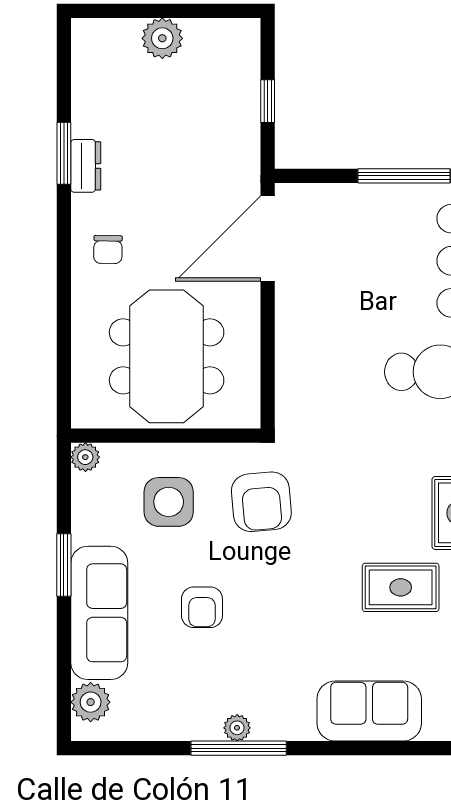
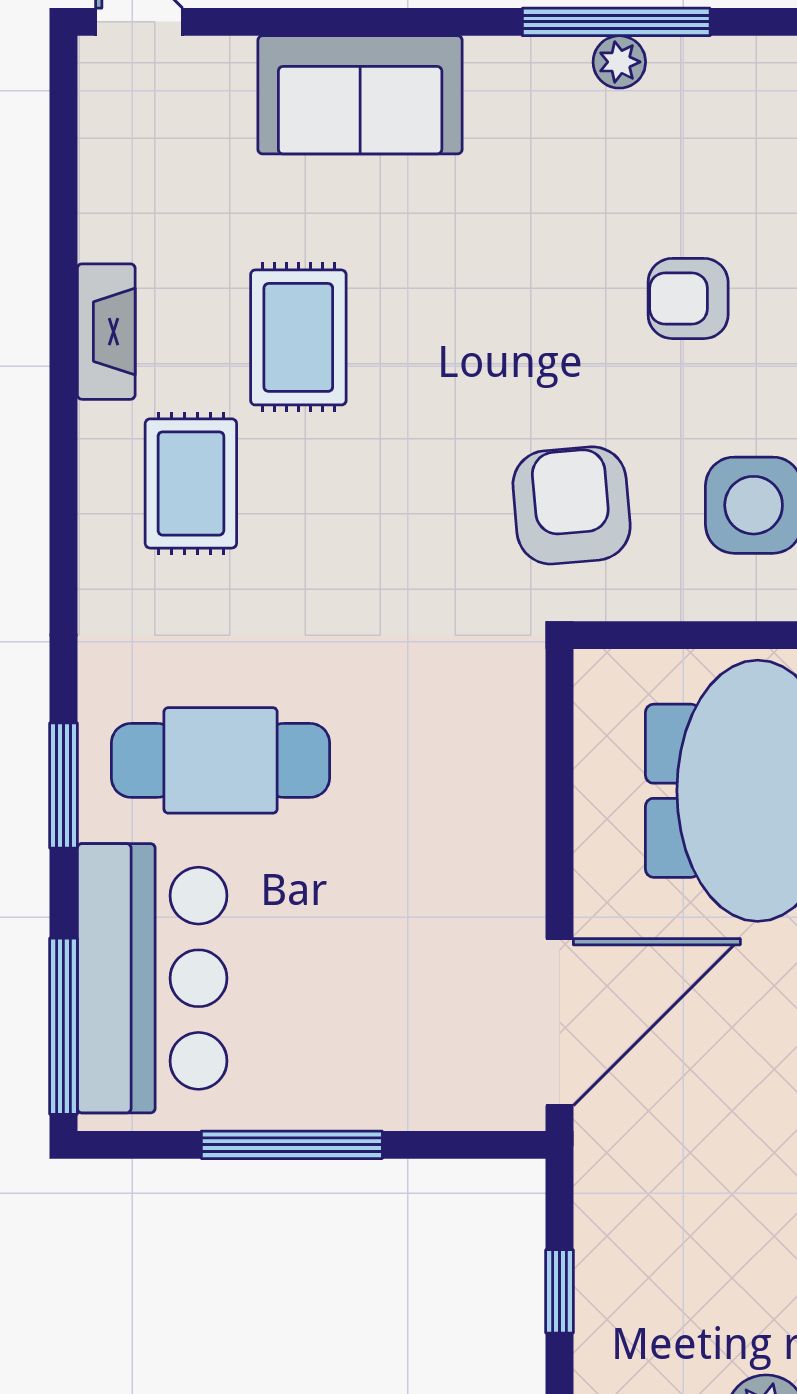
rug: (401, 587) -> (298, 337), turned 90
armchair: (202, 607) -> (688, 298), turned -90

